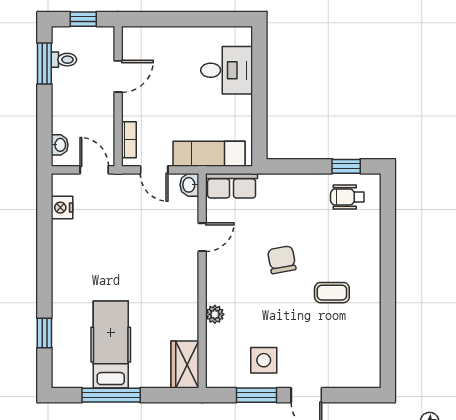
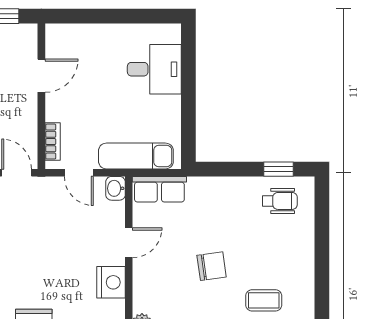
wheelchair: (347, 197) -> (280, 201), turned 180
chair: (282, 260) -> (212, 266), turned 92
nightstand: (185, 275) -> (111, 282), added

